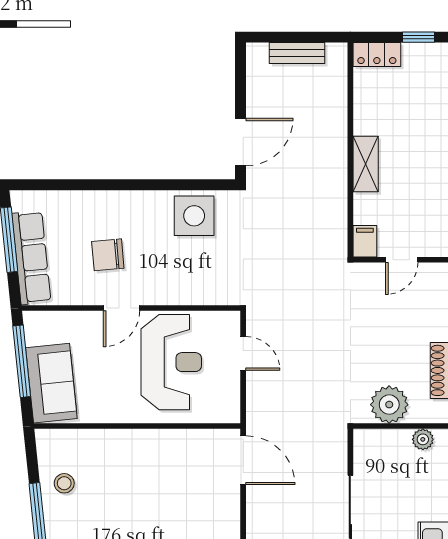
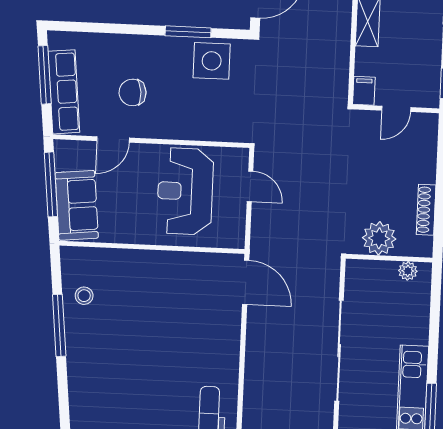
window: (166, 185) -> (188, 32), added
door: (122, 308) -> (113, 139), moved
reception desk: (171, 362) -> (185, 191), turned 180

